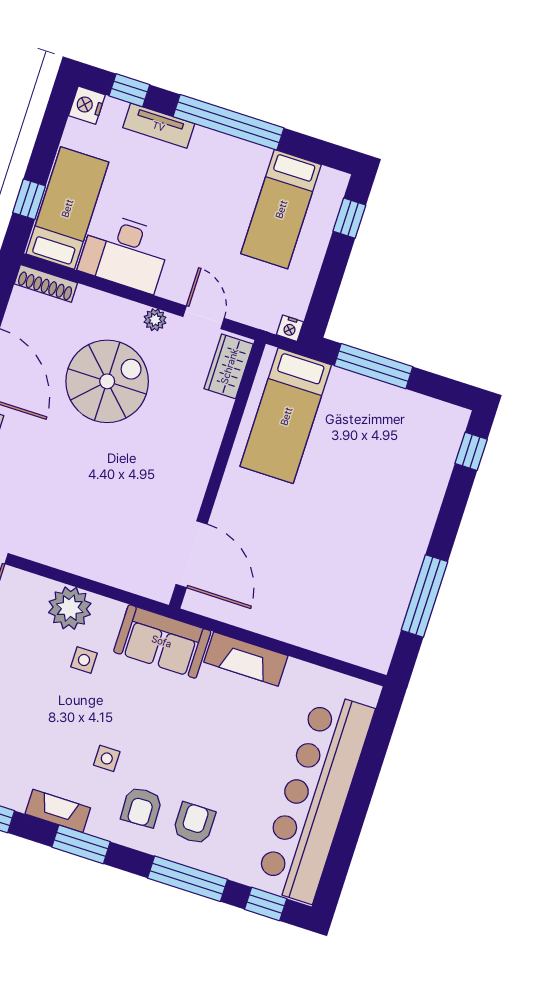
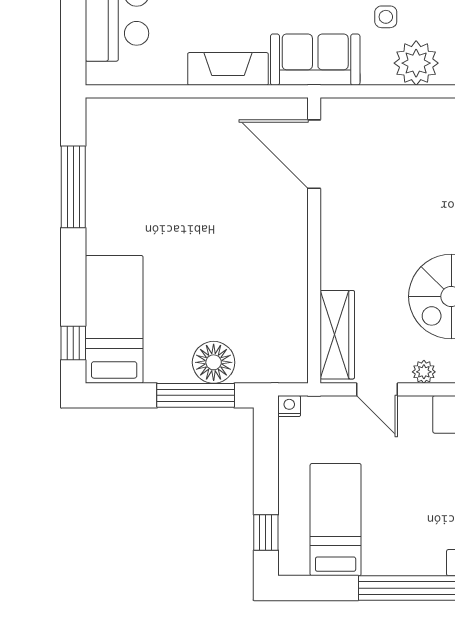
wardrobe: (229, 366) -> (337, 335), width x1.50
floor lamp: (347, 391) -> (214, 362), added
bed: (286, 416) -> (114, 319), moved

